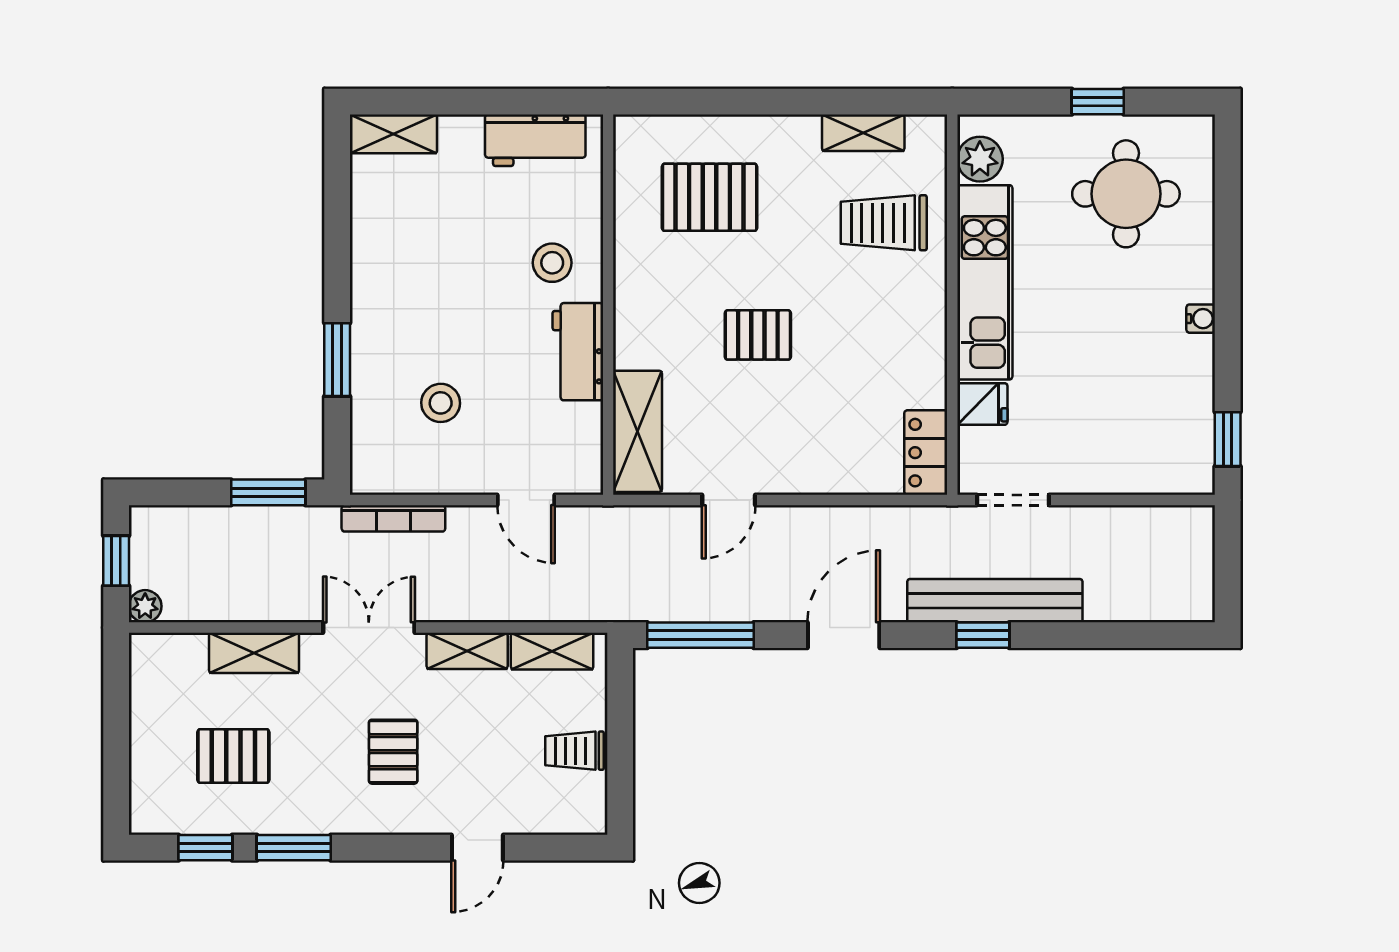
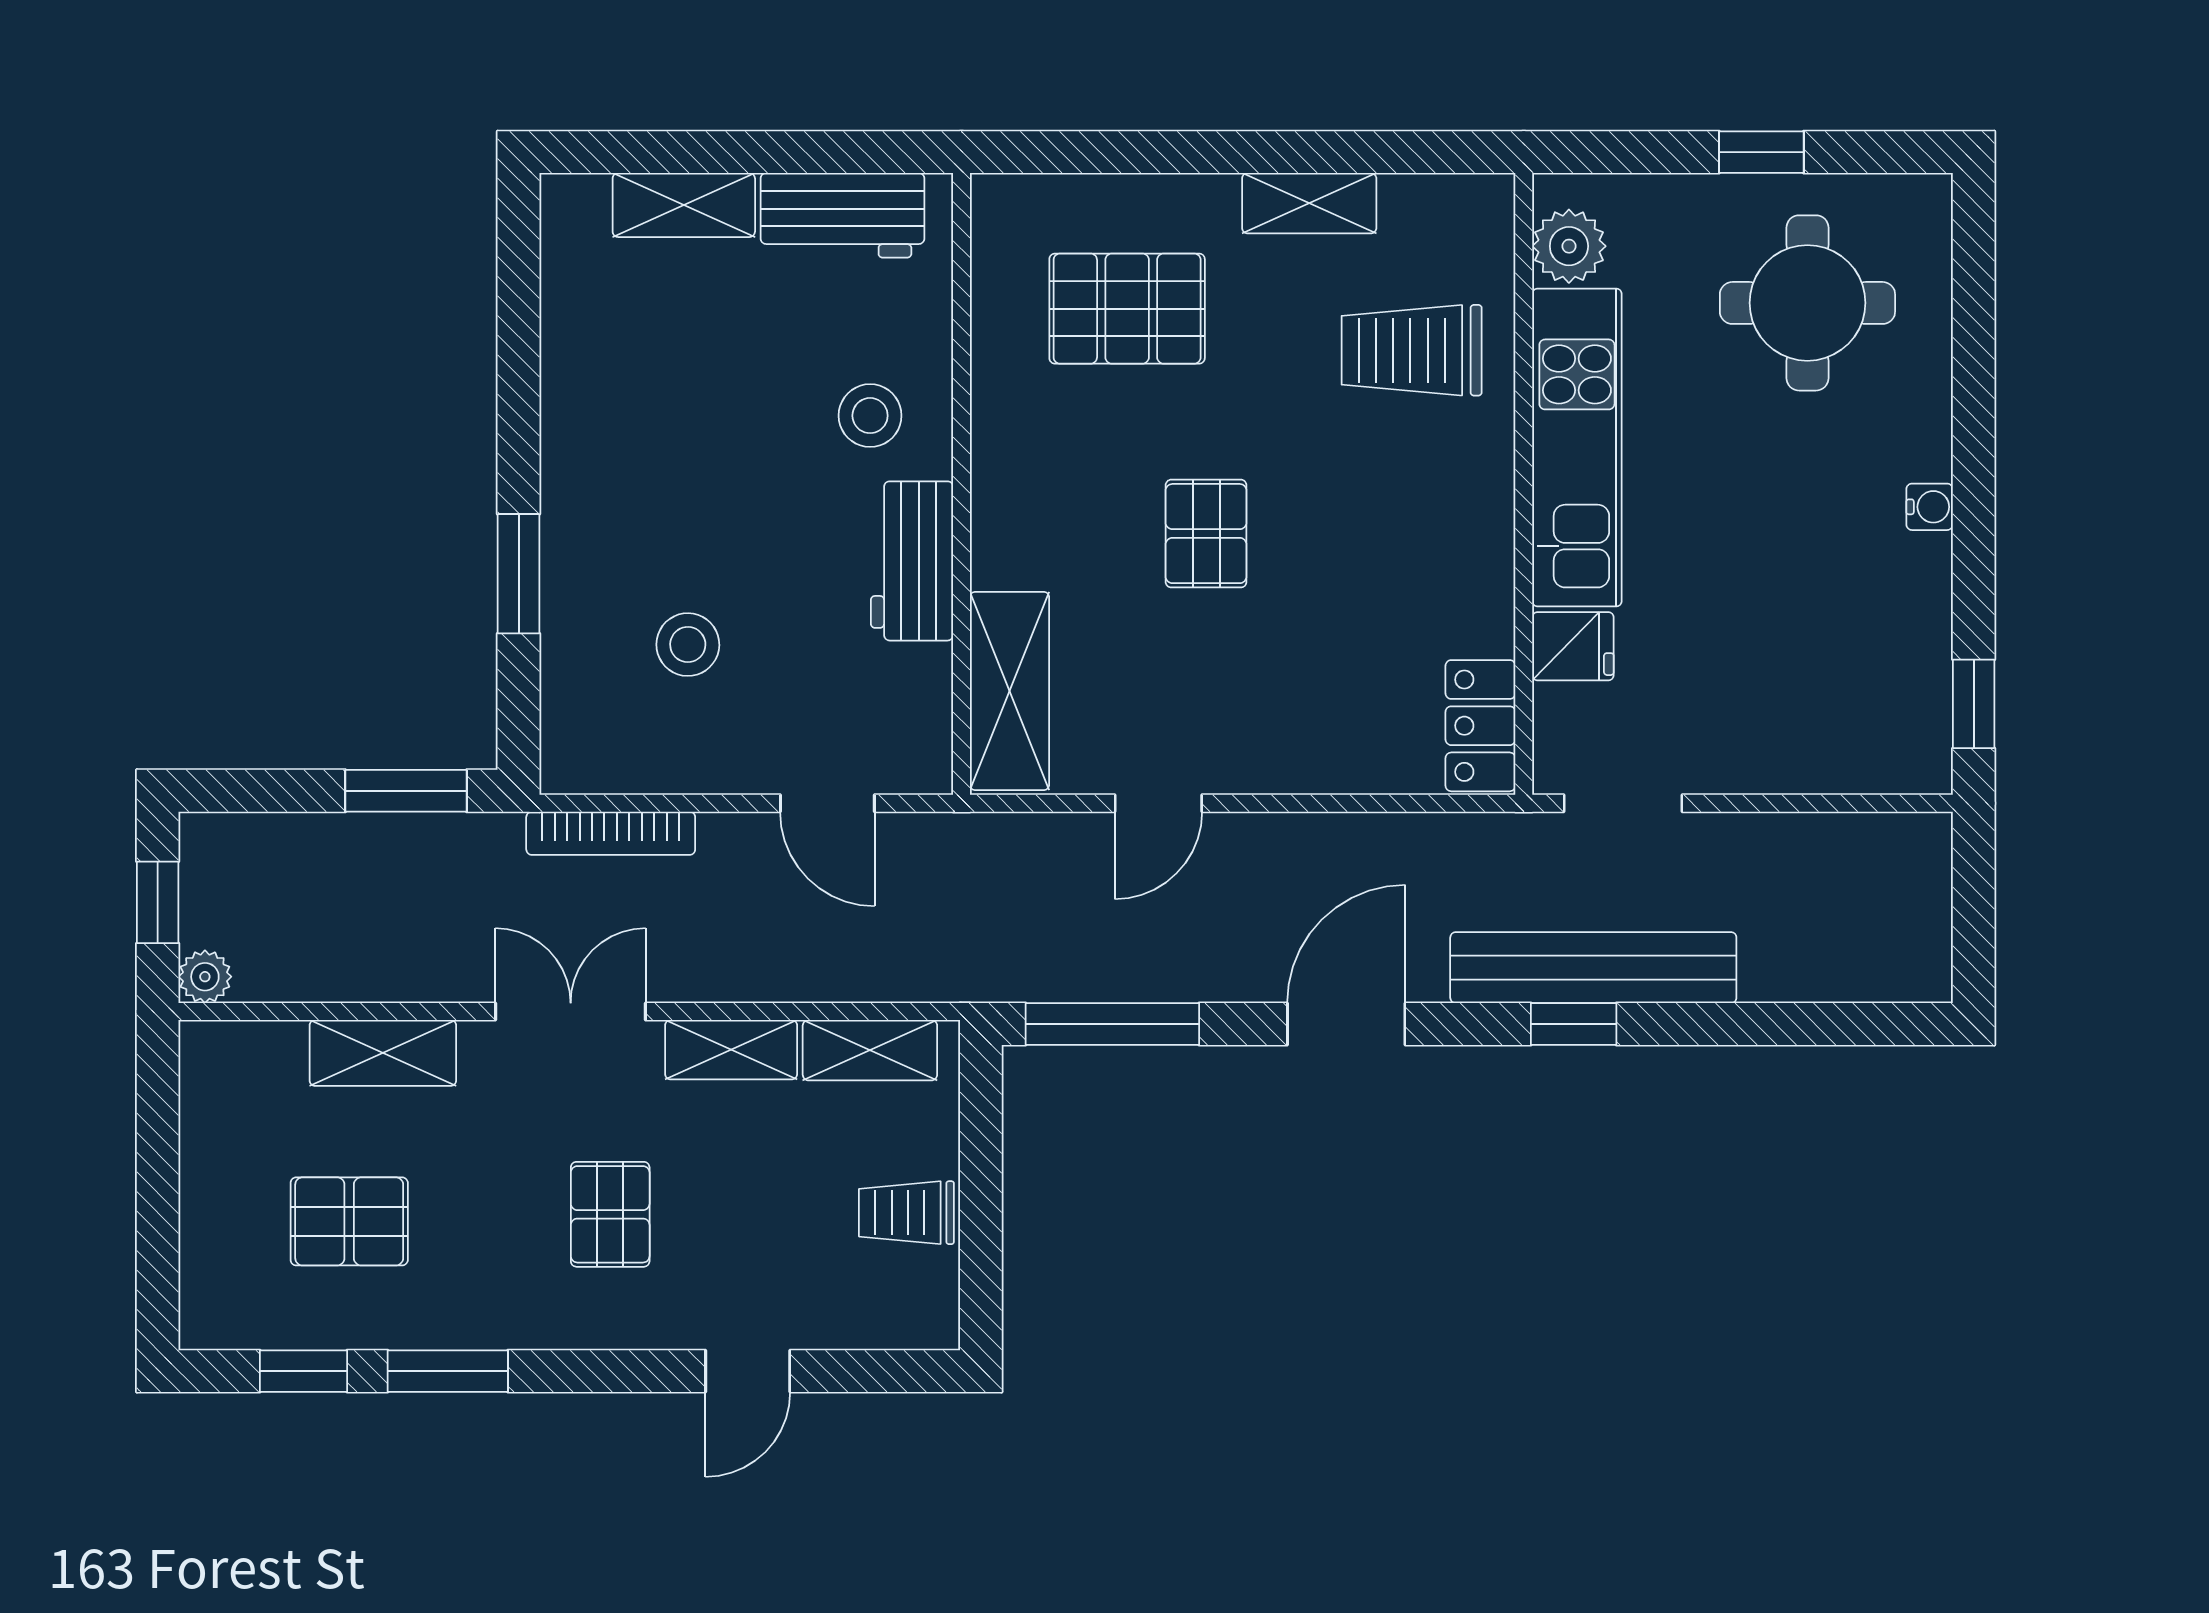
shelving: (863, 133) -> (1309, 203), moved
shelving: (393, 134) -> (684, 205), moved
pallet: (758, 335) -> (1206, 534), turned 90

